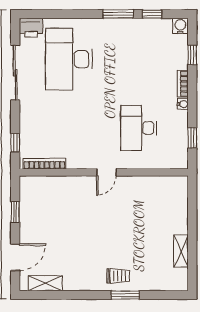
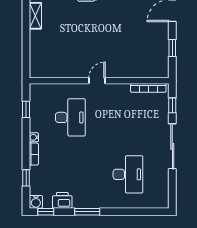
window: (152, 14) -> (46, 212), moved
printer: (31, 28) -> (62, 200), moved
desk: (69, 59) -> (128, 174), width x0.73, depth x0.77
sliding door: (15, 73) -> (172, 146), moved

